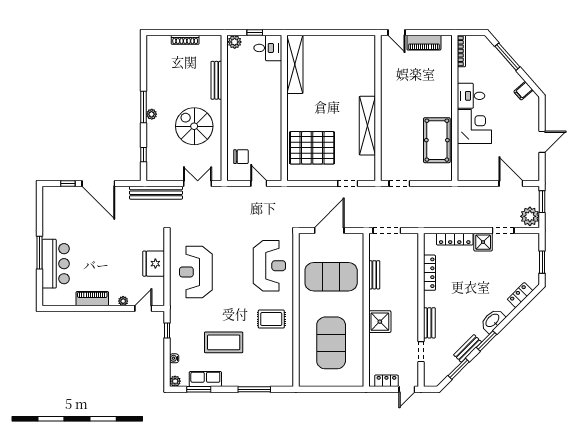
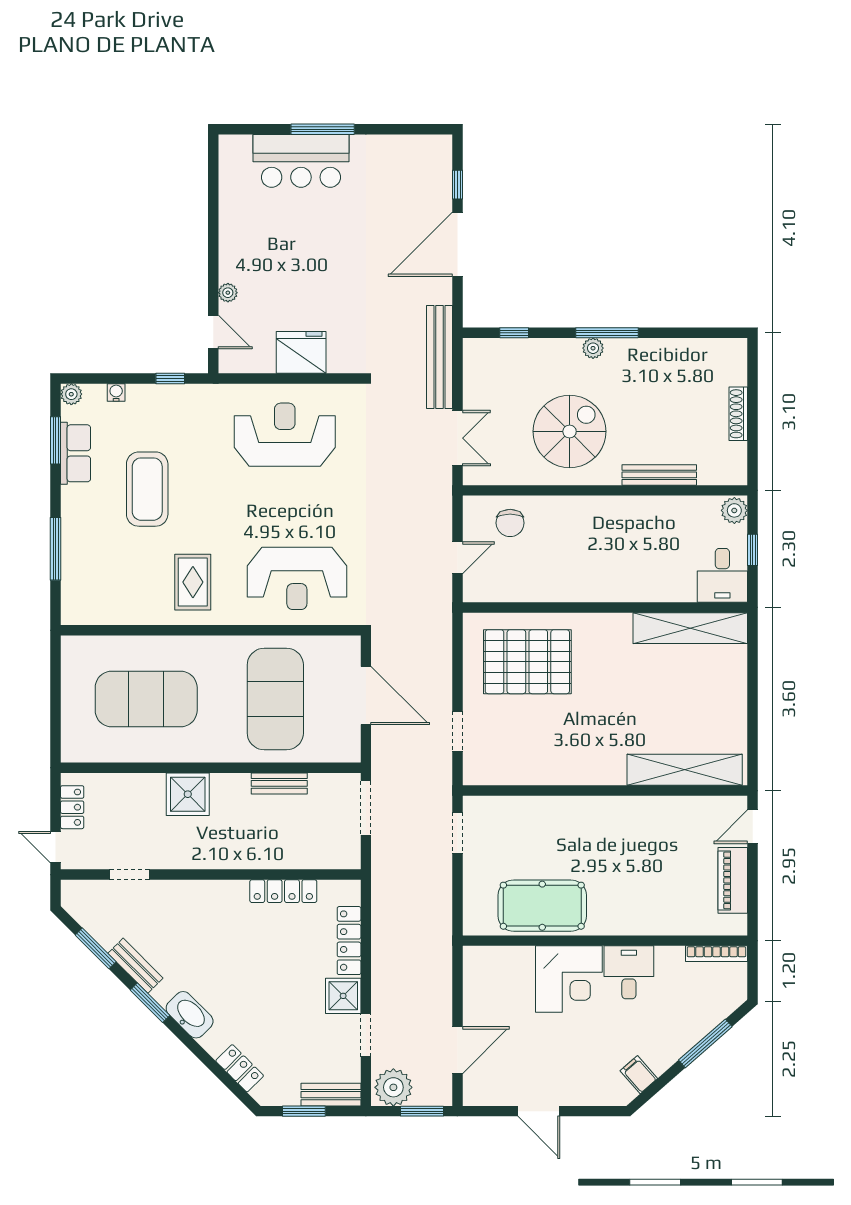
shelving: (367, 126) -> (685, 770), moved
pallet: (312, 148) -> (527, 662), turned 90
piano: (92, 299) -> (233, 232), removed
bench: (429, 323) -> (331, 1095), moved

